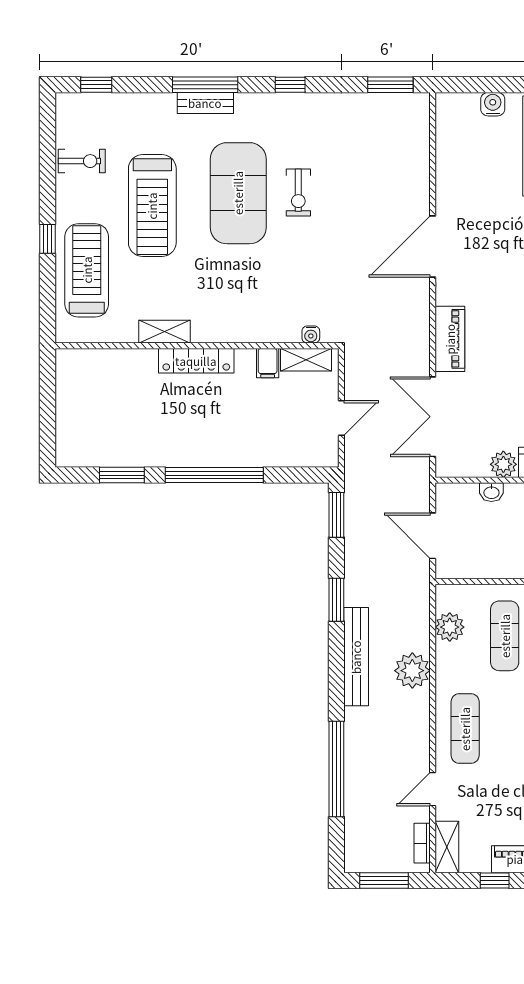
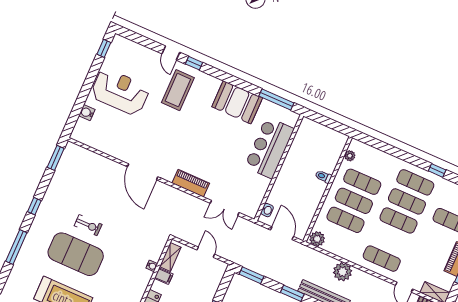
bench: (205, 103) -> (25, 251), removed
water cooler: (311, 335) -> (152, 266), moved
double door: (433, 417) -> (225, 208), width x0.73
plant: (503, 464) -> (263, 184), removed
washbasin: (491, 492) -> (267, 210), moved
door: (433, 536) -> (282, 233), swing flipped
plant: (450, 627) -> (317, 239), moved

